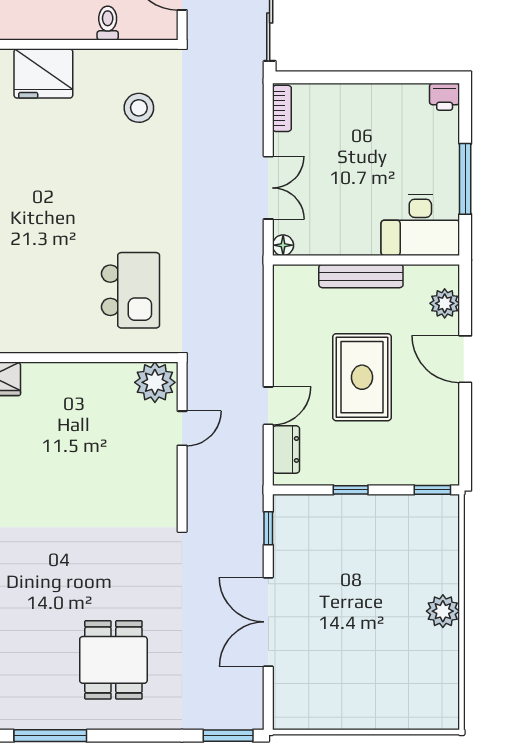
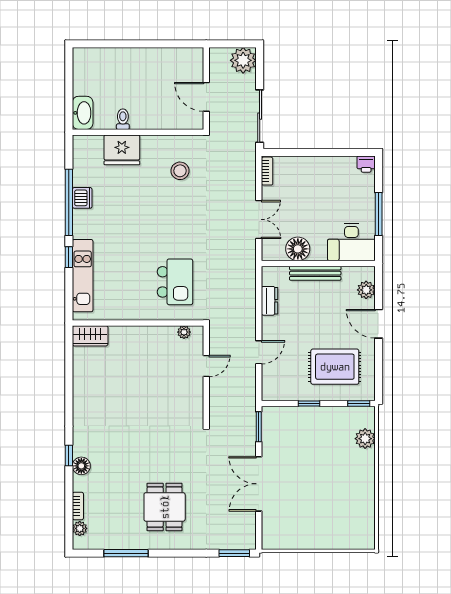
toilet: (108, 23) -> (123, 119), moved
floor lamp: (283, 245) -> (298, 249), moved, width x1.89, depth x1.89
rug: (362, 377) -> (335, 367), moved, turned 90
plant: (155, 382) -> (184, 332), width x0.53, depth x0.53
dresser: (286, 449) -> (270, 301), moved
window: (268, 528) -> (259, 427), width x1.50
plant: (443, 611) -> (365, 439), moved

